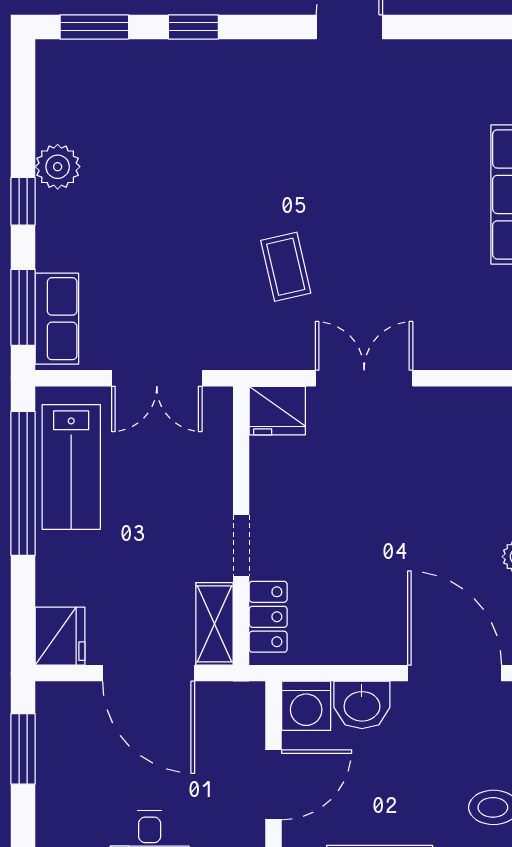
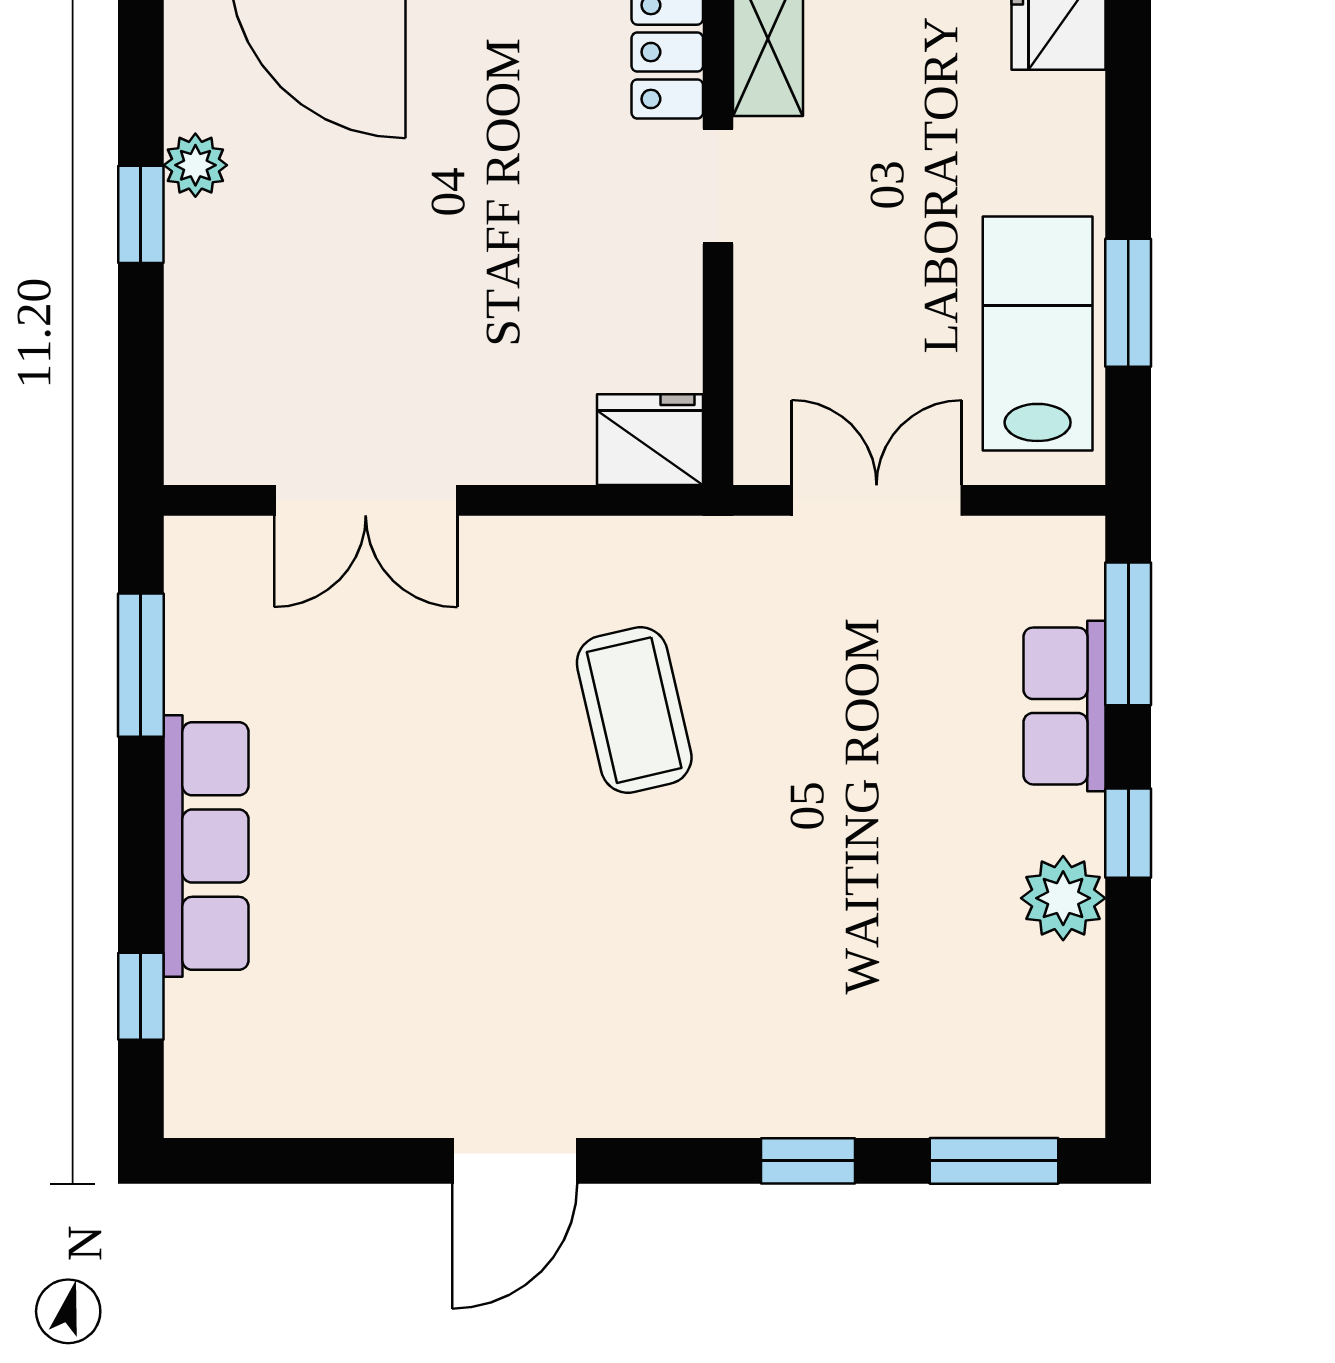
coffee table: (286, 267) -> (634, 710), width x1.36, depth x1.30
row of seats: (57, 319) -> (1064, 706), moved
double door: (364, 378) -> (366, 500), moved
window: (23, 483) -> (1128, 303), width x0.47

